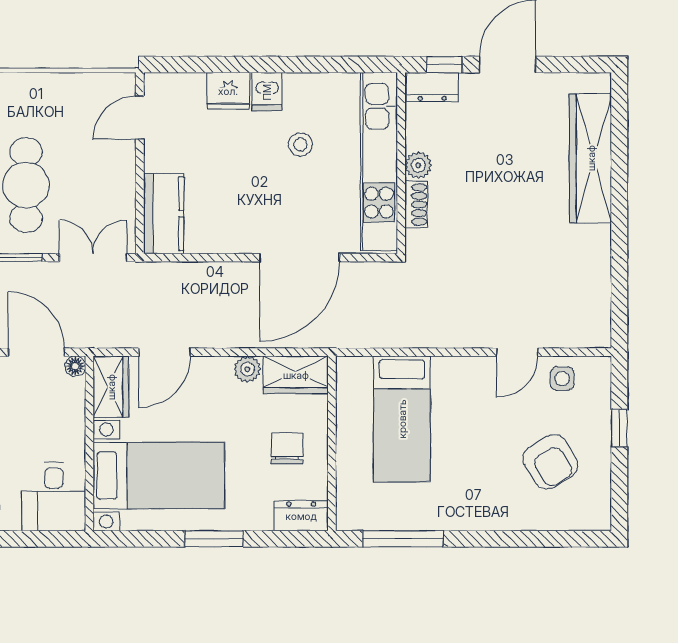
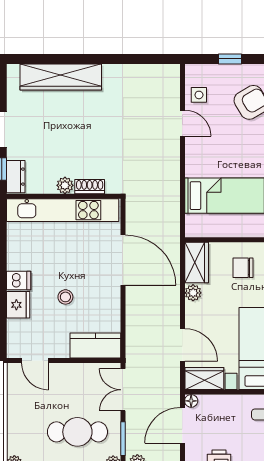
stool: (300, 145) -> (65, 297), moved

